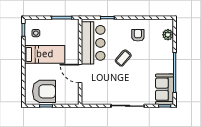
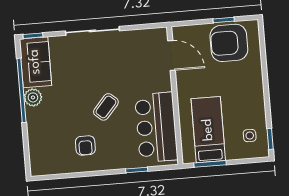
plant: (168, 35) -> (33, 97), moved
bed: (45, 54) -> (208, 130), moved, turned 90
door: (80, 73) -> (171, 56), moved

